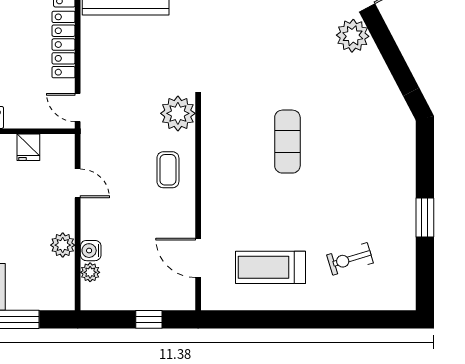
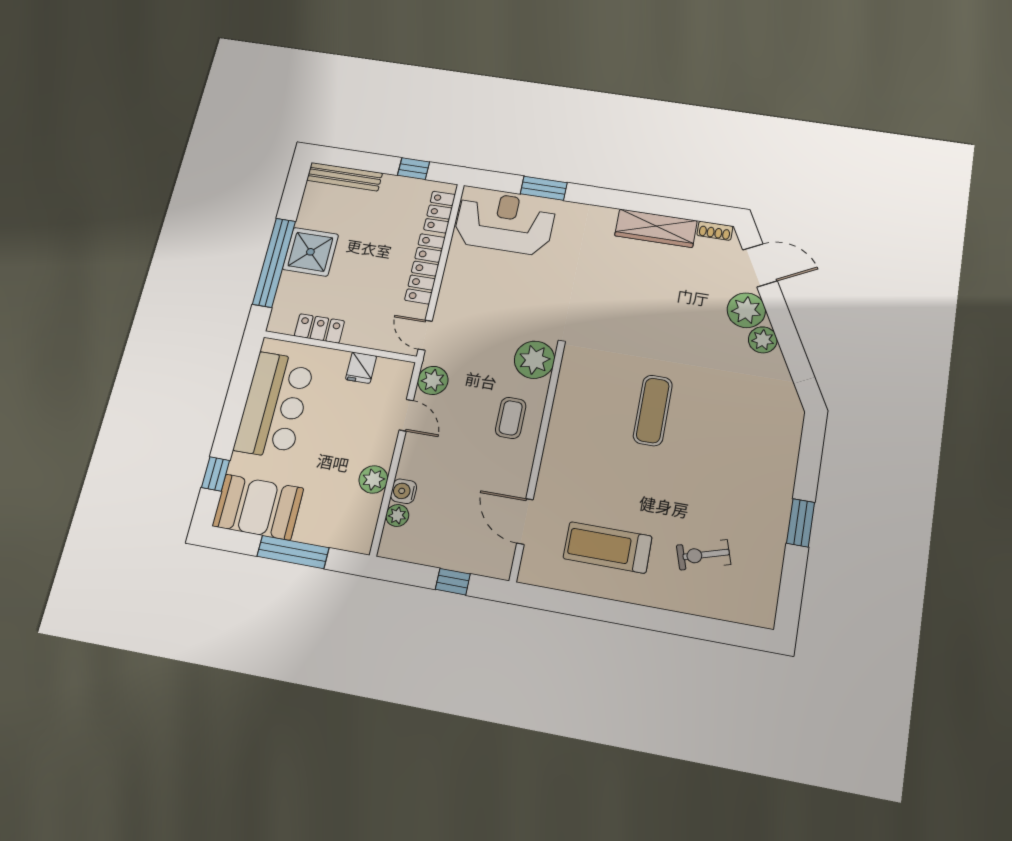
plant: (371, 61) -> (763, 340), added
plant: (94, 148) -> (433, 380), added

